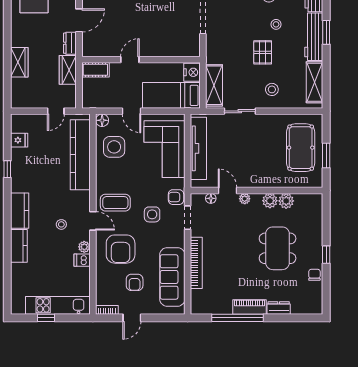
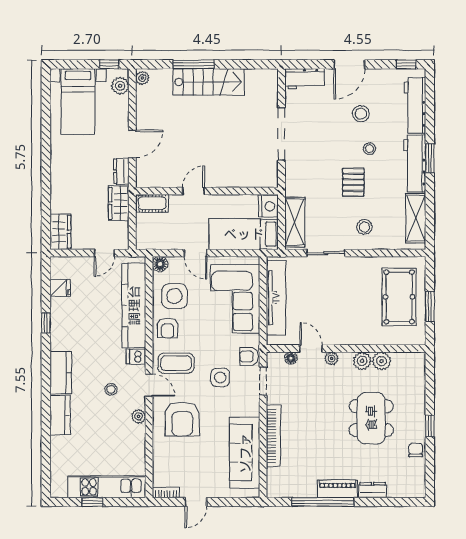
wardrobe: (19, 62) -> (60, 232), moved
dishwasher: (82, 260) -> (136, 357), moved
armchair: (135, 282) -> (168, 328), moved

